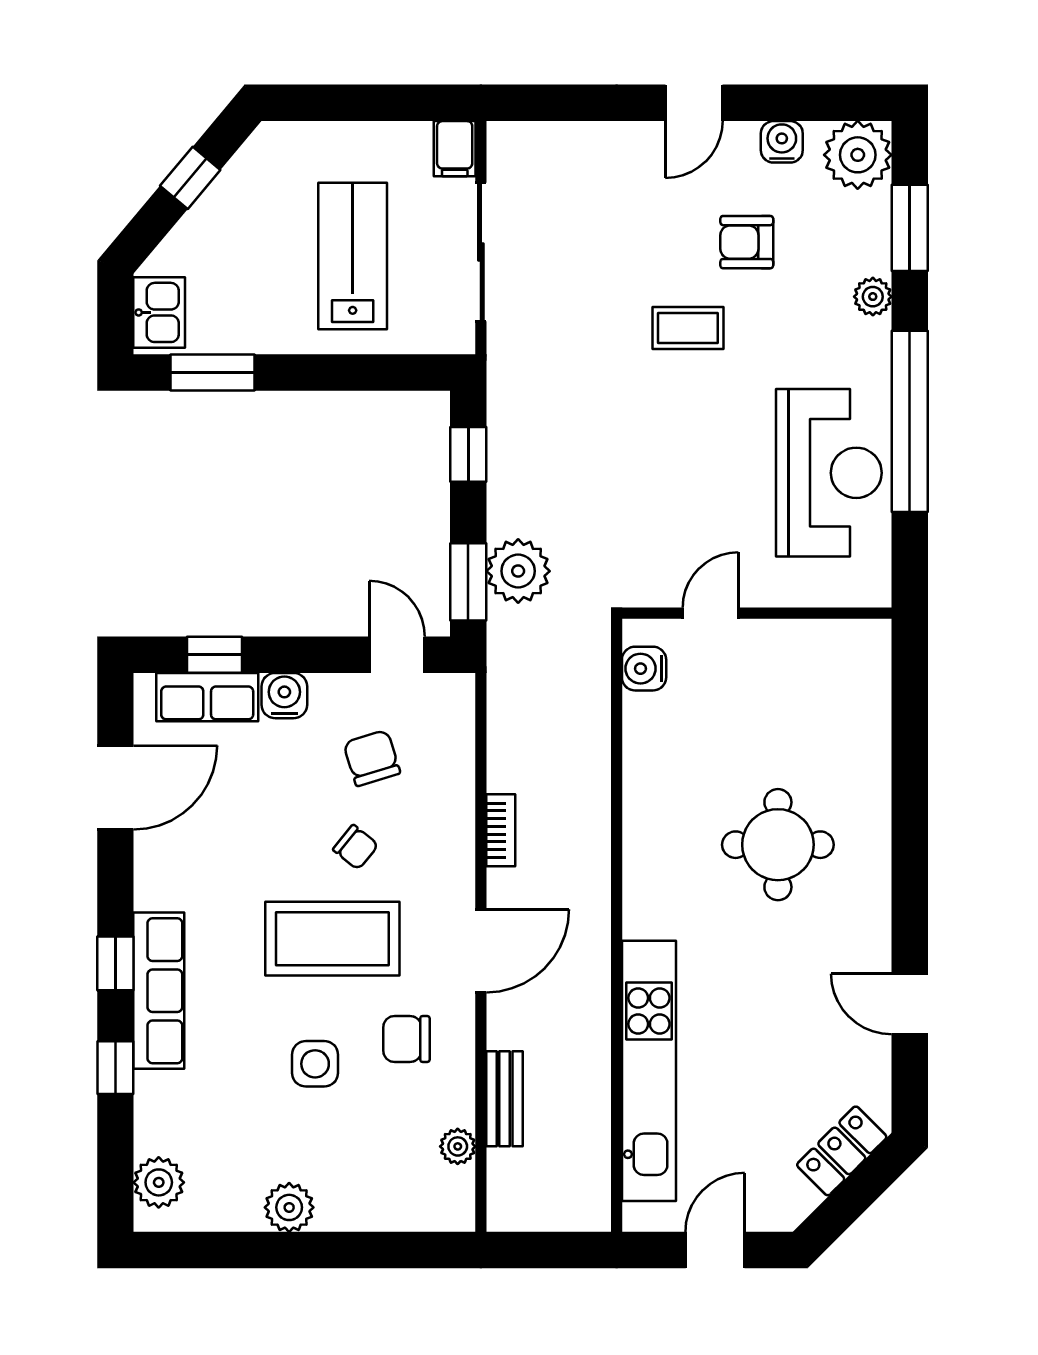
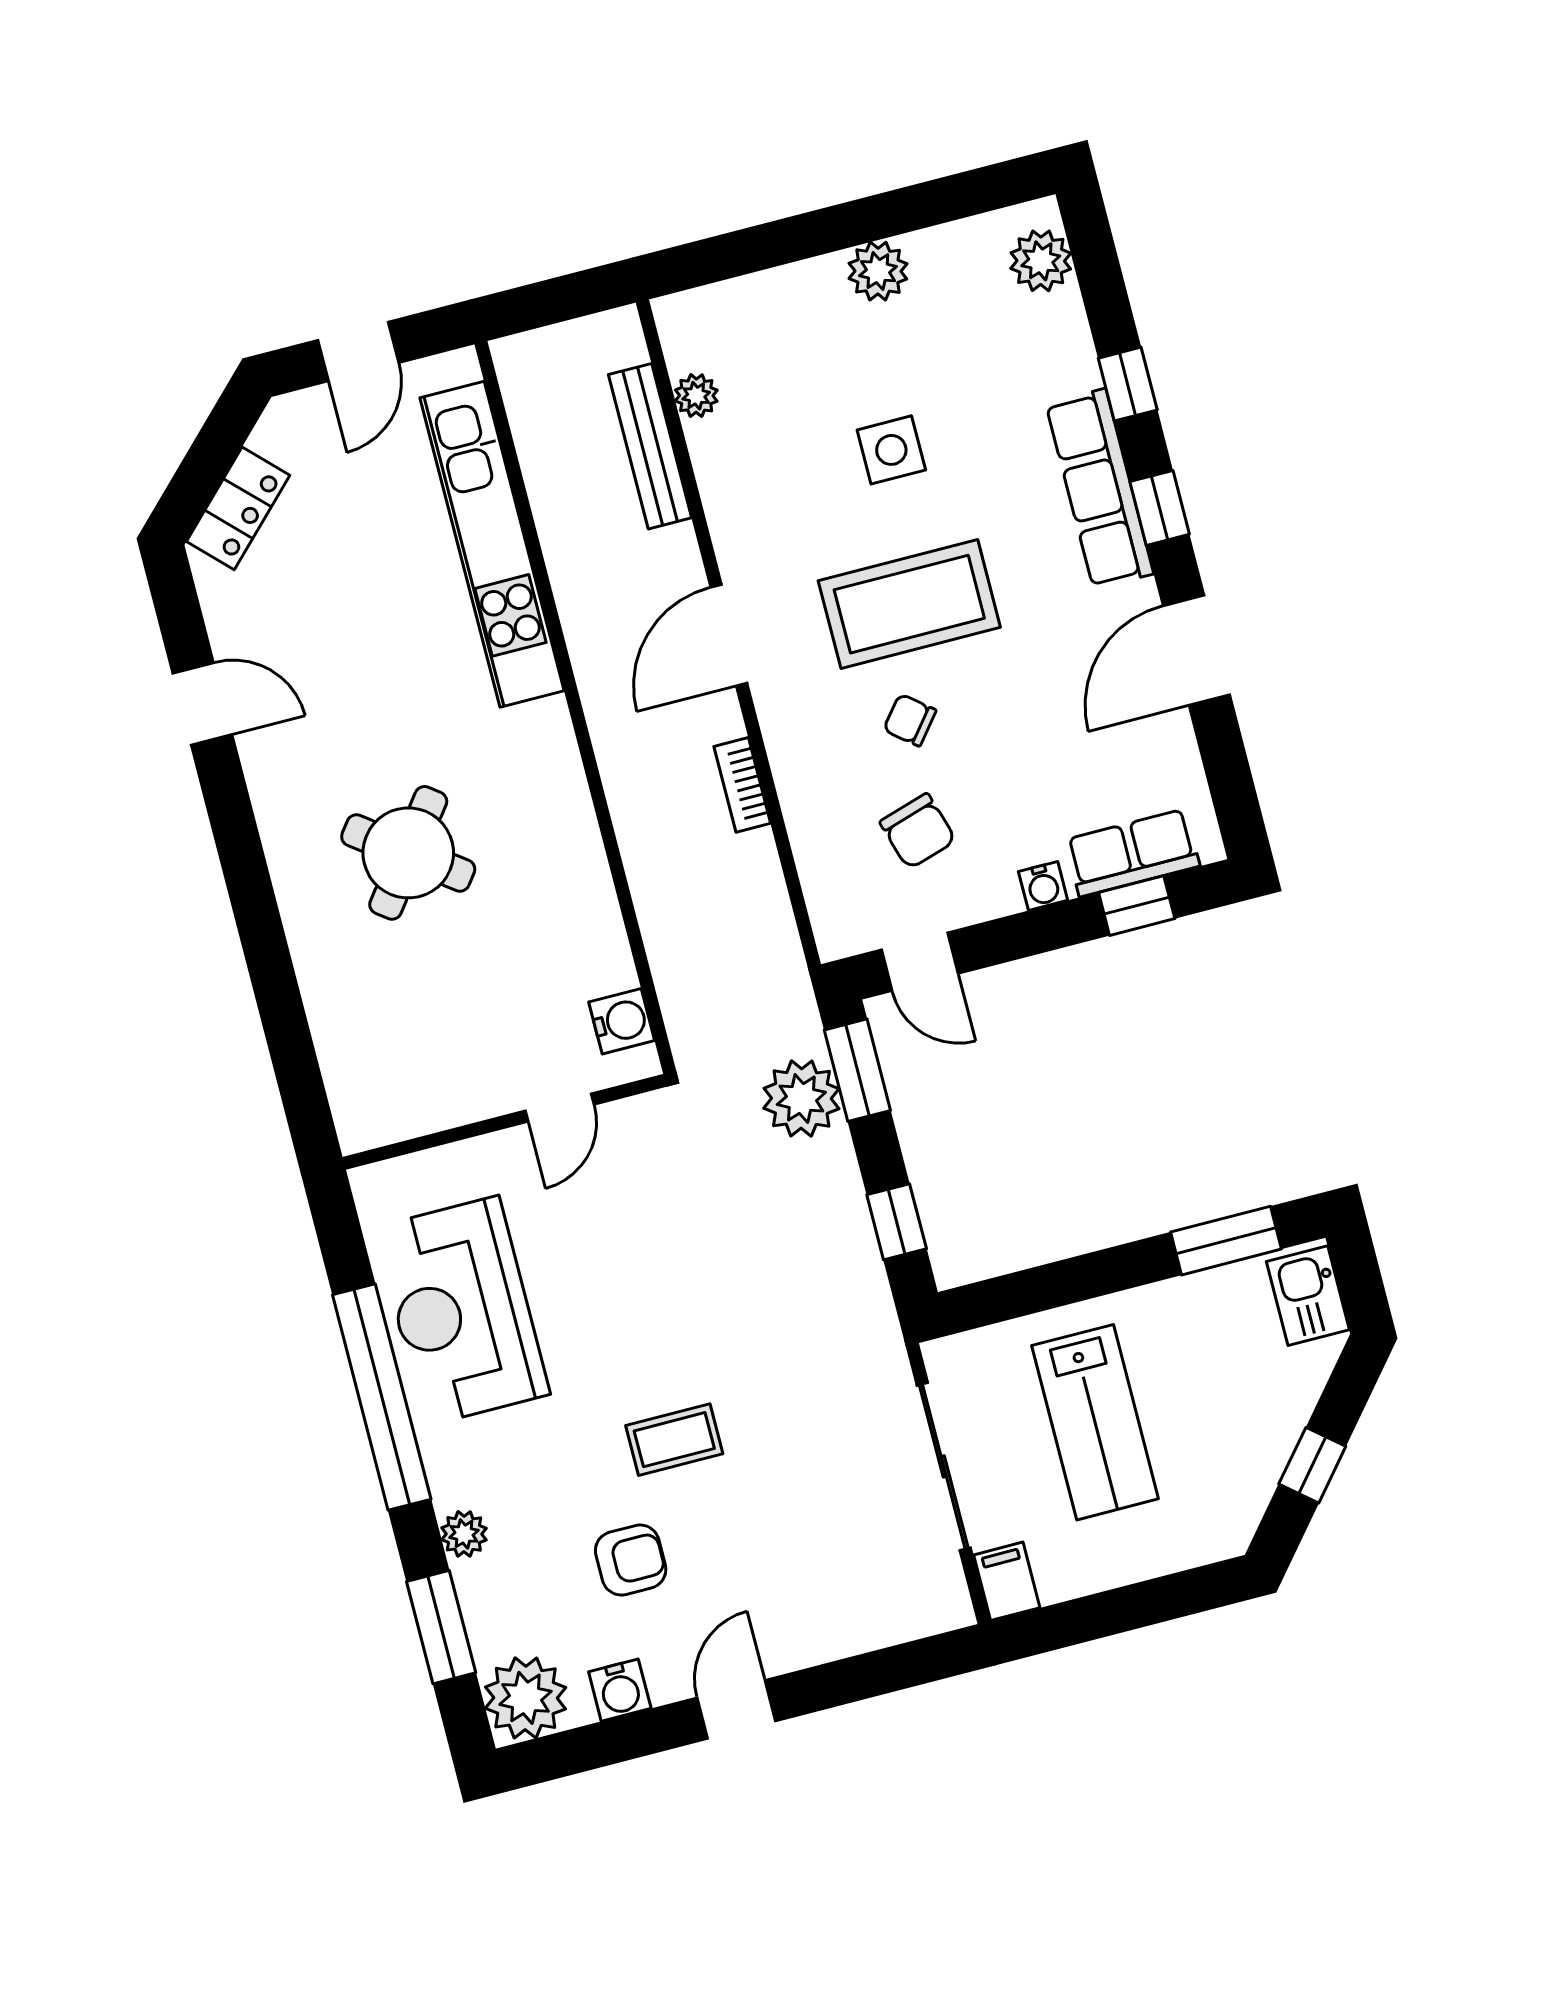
water cooler: (284, 696) -> (1043, 886), width x0.72, depth x0.72
door: (115, 788) -> (1197, 650), moved
round table: (778, 845) -> (408, 853), turned 37
chair: (406, 1039) -> (790, 508), removed
bench: (505, 1099) -> (650, 446), width x1.36

